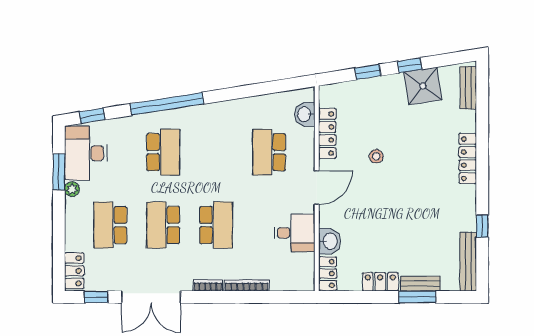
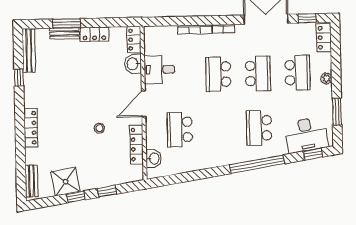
school desk: (269, 152) -> (180, 130), turned 180
desk: (86, 153) -> (306, 135), moved, turned 81
plant: (72, 189) -> (326, 79), moved

